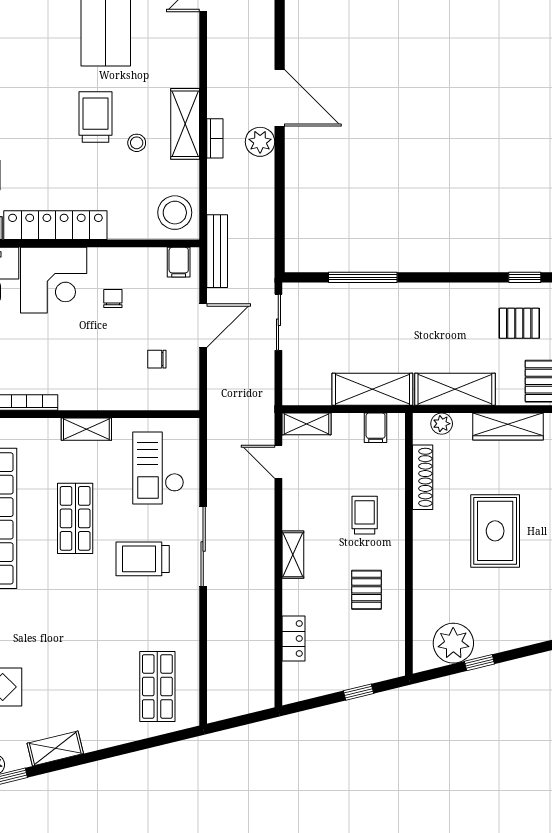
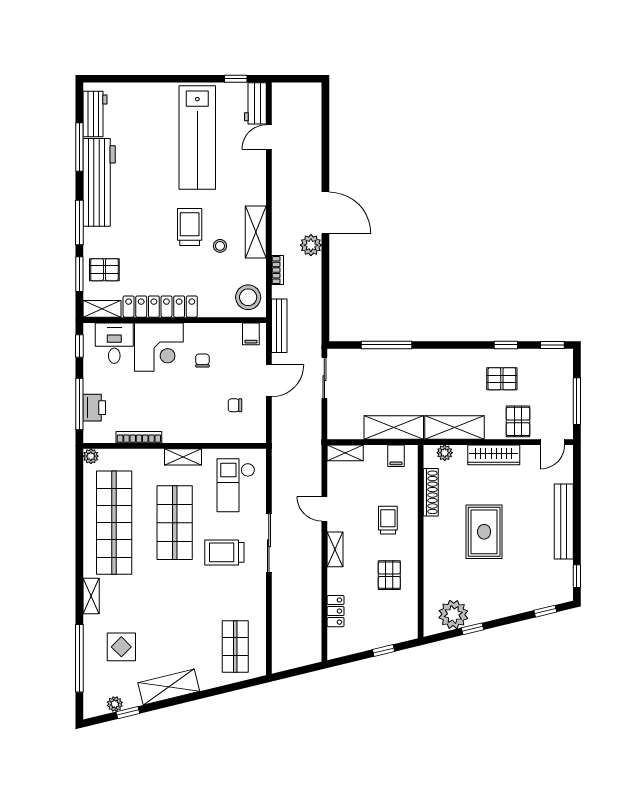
bookcase: (215, 138) -> (278, 270), moved
door: (278, 462) -> (324, 509), moved
shop shelf: (75, 518) -> (175, 523), width x1.43, depth x1.36
shelving: (55, 748) -> (169, 687), width x1.50, depth x1.33

